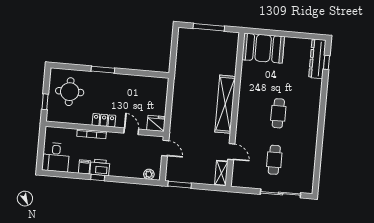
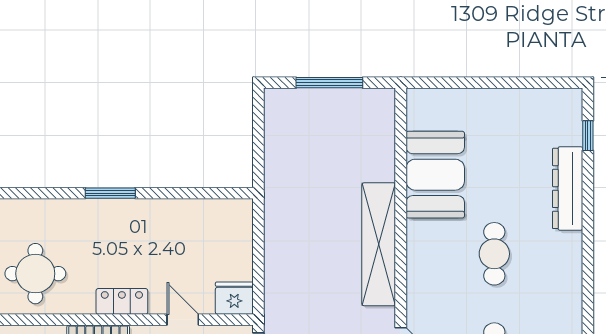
booth: (263, 48) -> (435, 175), moved, turned 90
dresser: (317, 59) -> (568, 188), moved
round table: (70, 92) -> (35, 274), moved

